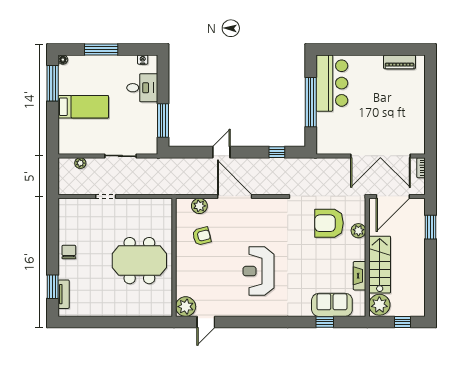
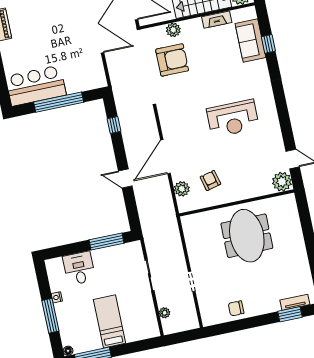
nightstand: (143, 60) -> (57, 297), moved
armchair: (329, 223) -> (172, 60), turned -90
chair: (69, 252) -> (236, 308), moved

